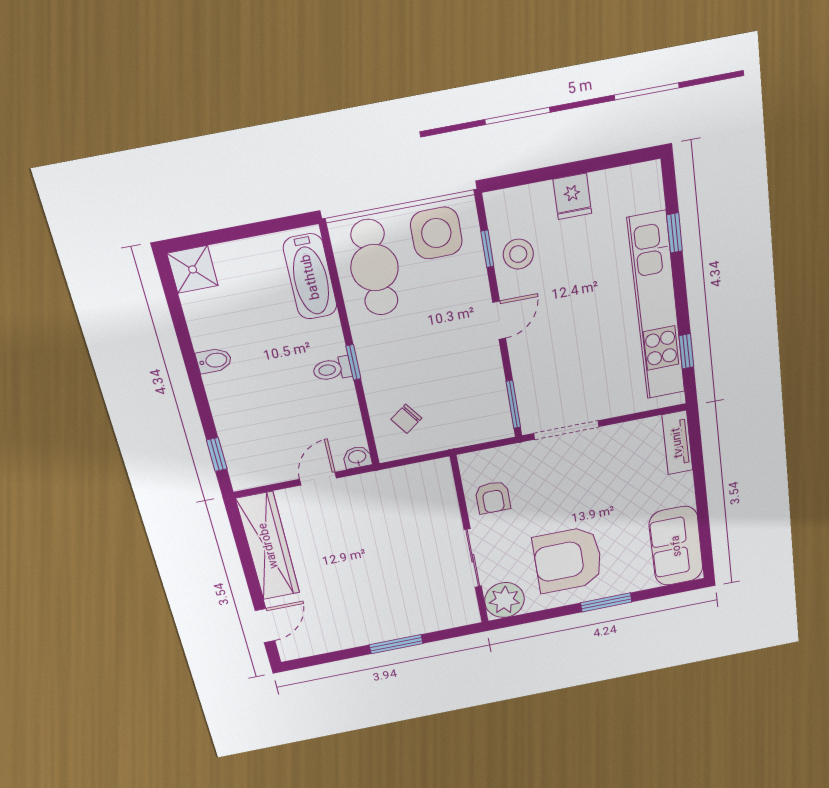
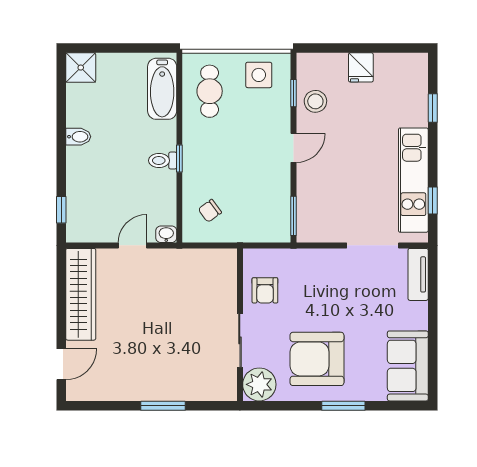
side table: (436, 233) -> (259, 75), width x0.73, depth x0.73
cafe table: (375, 268) -> (210, 91), width x0.73, depth x0.74
kitchen unit: (657, 307) -> (413, 180), width x0.73
doorway: (566, 430) -> (373, 245), moved

